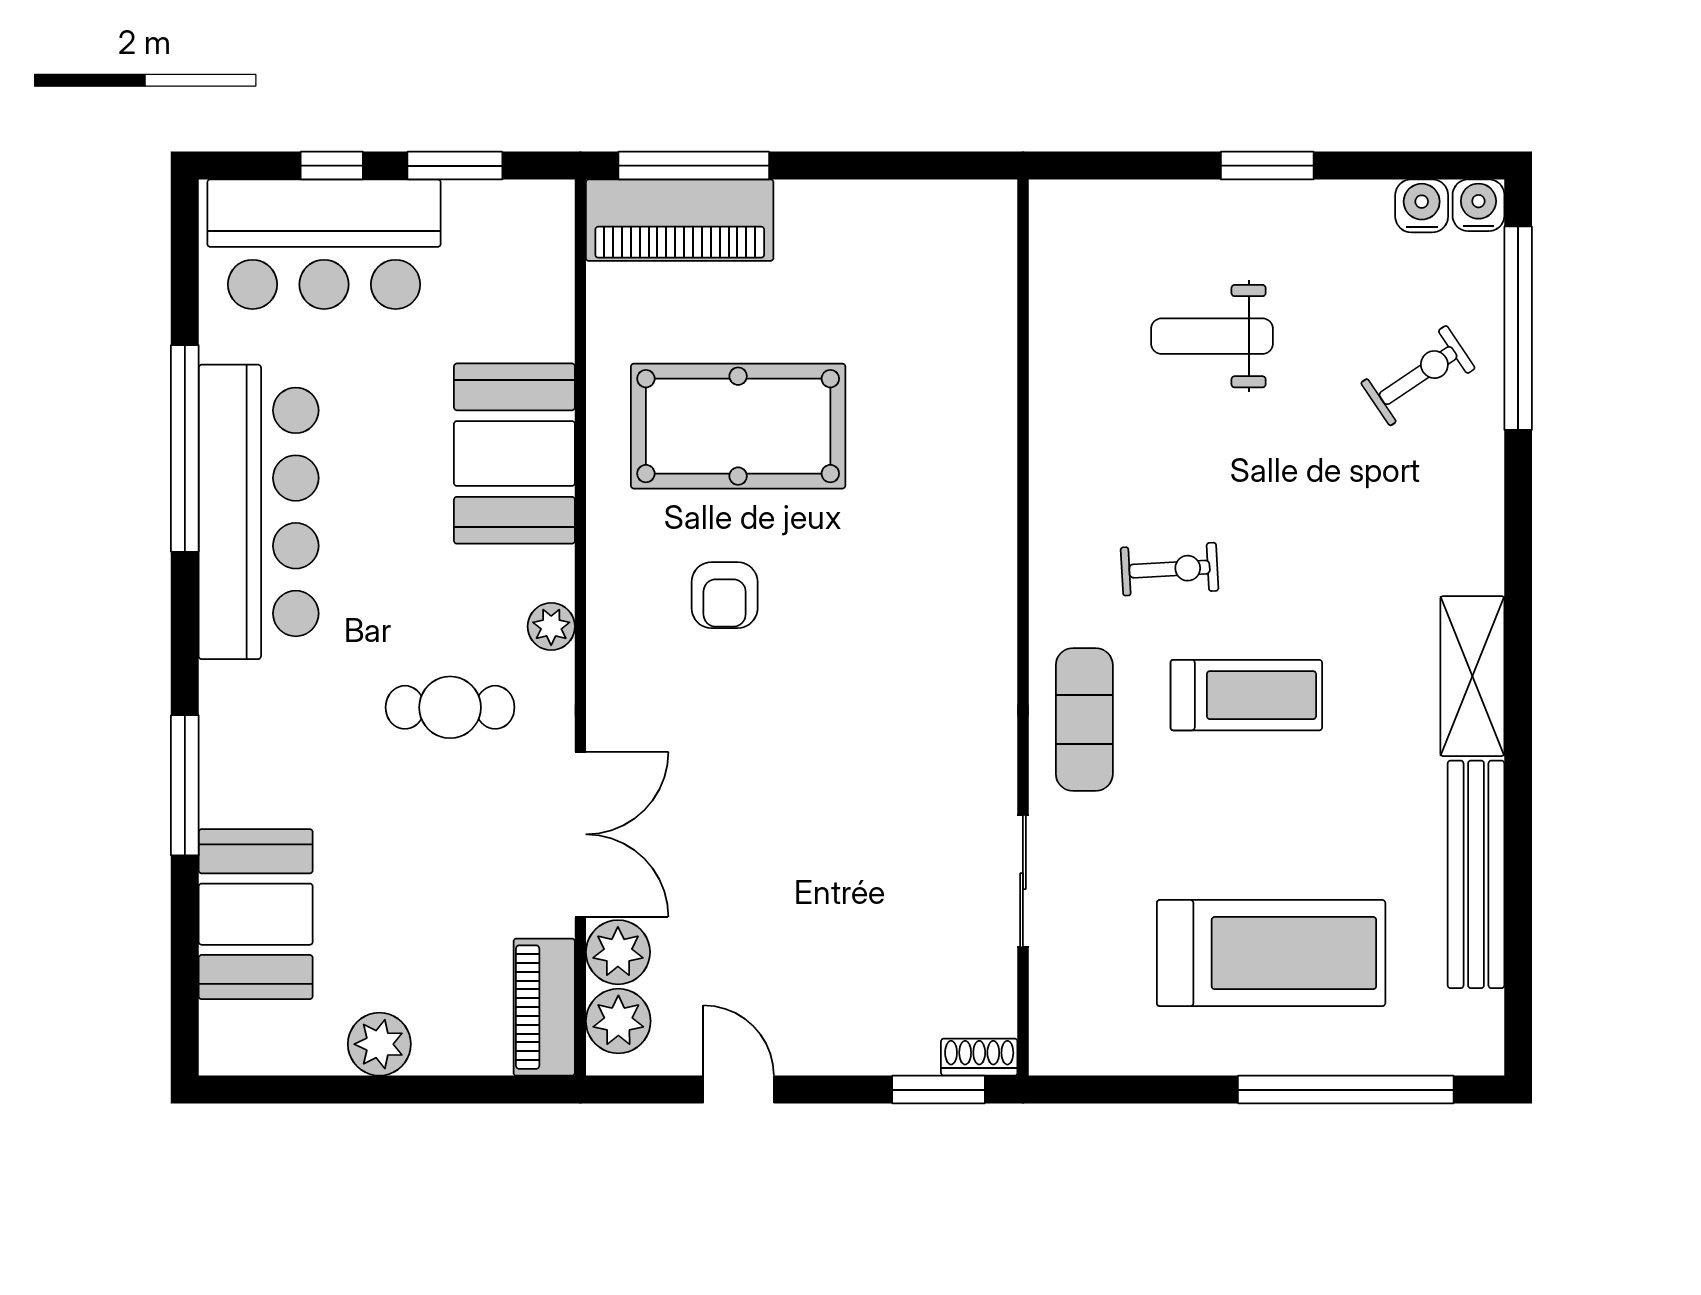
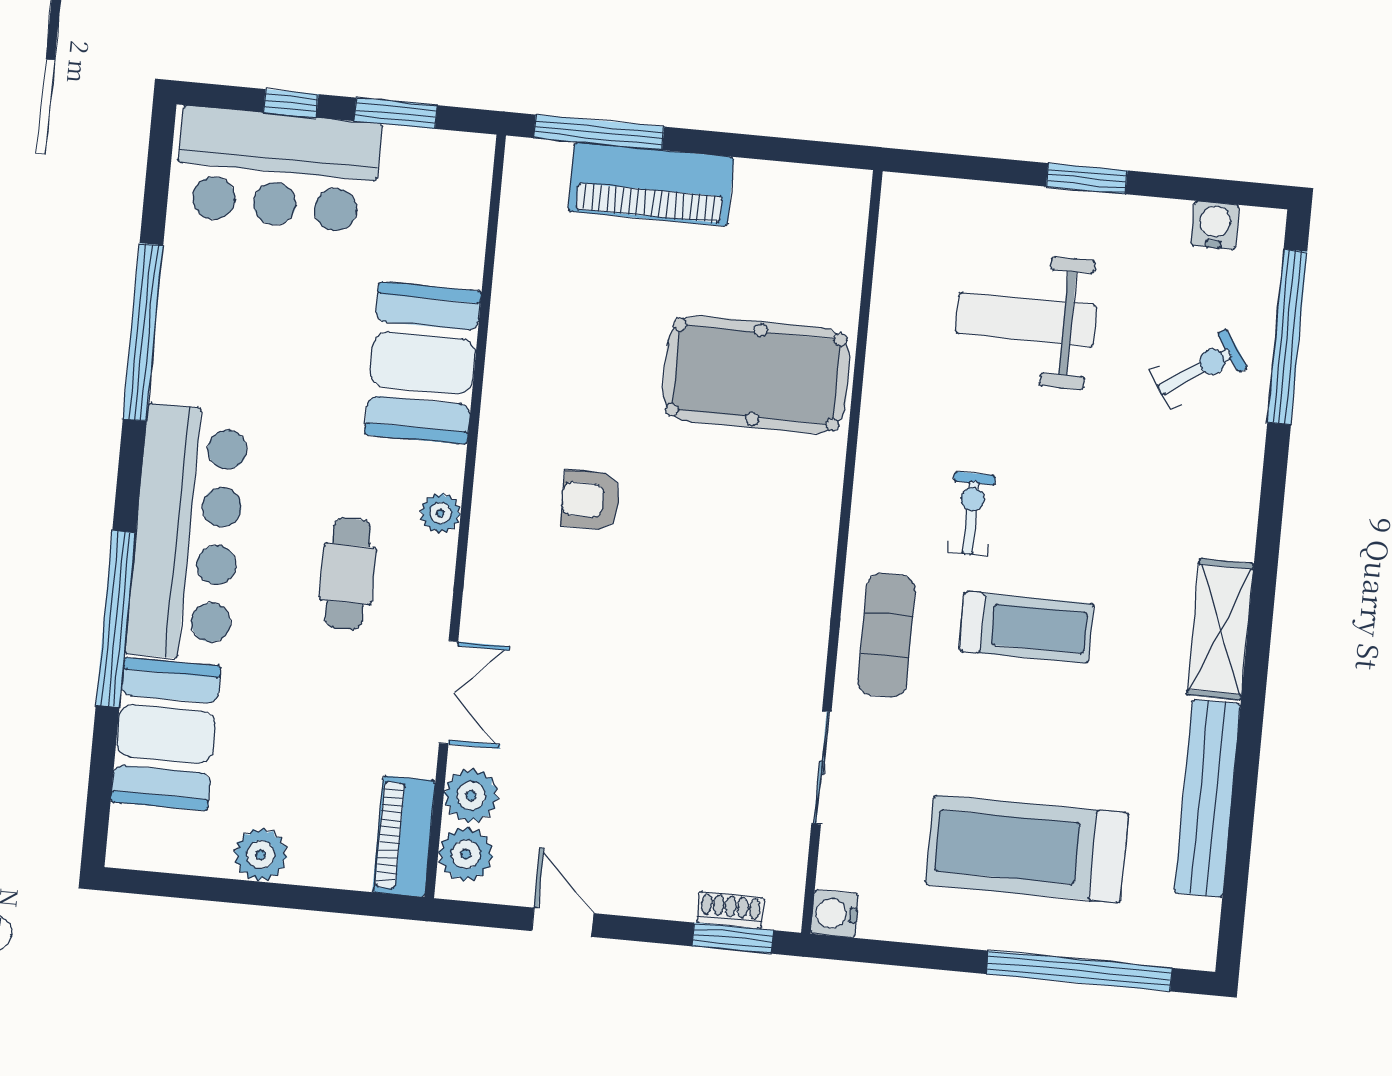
water cooler: (1478, 205) -> (835, 914), moved, turned -90
piano: (680, 220) -> (651, 184), moved
weight bench: (1212, 336) -> (1026, 319), width x1.36, depth x1.33
pool table: (738, 426) -> (756, 375), moved
bar counter: (259, 512) -> (187, 533), moved
exercise bike: (1170, 569) -> (971, 514), turned -87
armchair: (725, 595) -> (590, 500), turned 90
cafe table: (450, 707) -> (348, 574), turned 90
window: (185, 785) -> (116, 619), width x1.46
double door: (580, 834) -> (449, 692), width x0.73
treadmill: (1271, 953) -> (1027, 849), turned 180
shoe rack: (979, 1057) -> (730, 910), moved

